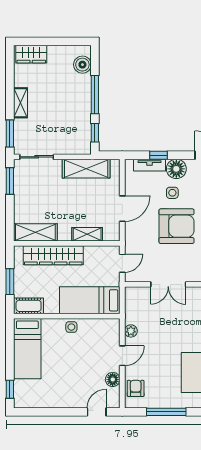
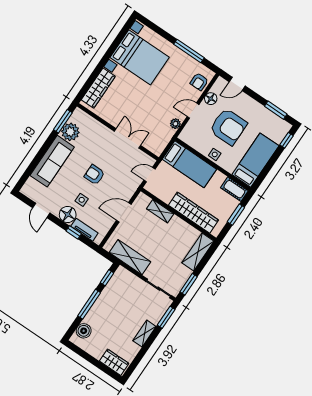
armchair: (176, 226) -> (95, 175), width x0.53, depth x0.53
shelving: (35, 232) -> (198, 252), moved, turned 90
armchair: (77, 364) -> (228, 127), added
window: (41, 412) -> (276, 110), added

